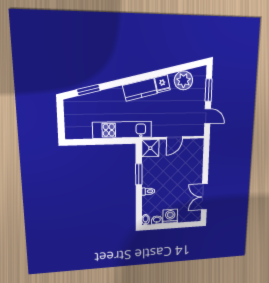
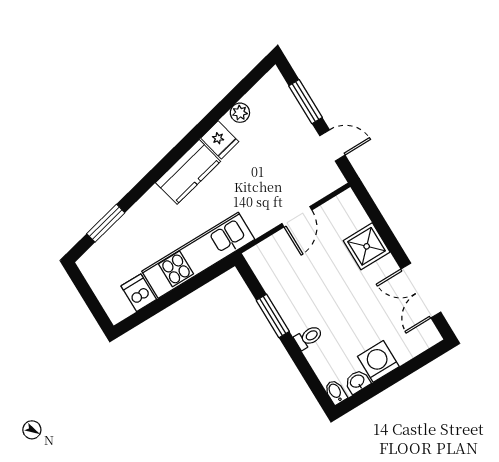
plant: (183, 80) -> (240, 113), width x0.53, depth x0.53
dishwasher: (85, 131) -> (139, 293), added
shower: (150, 148) -> (367, 246), moved

